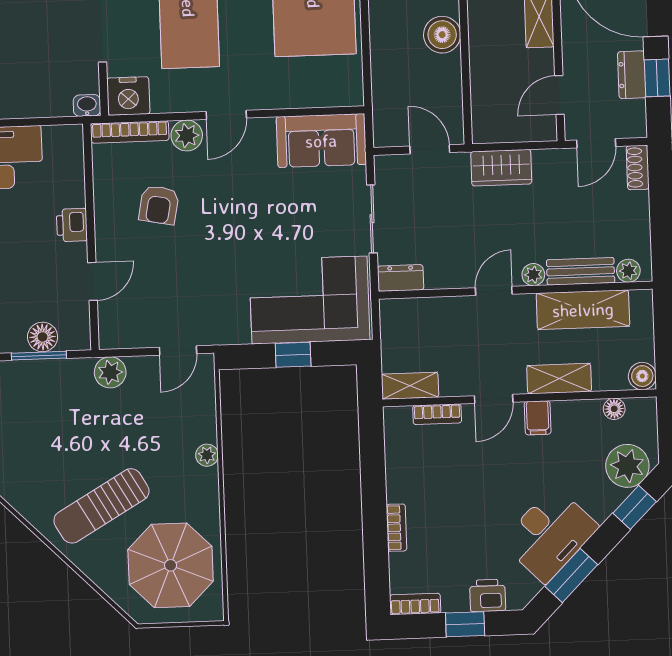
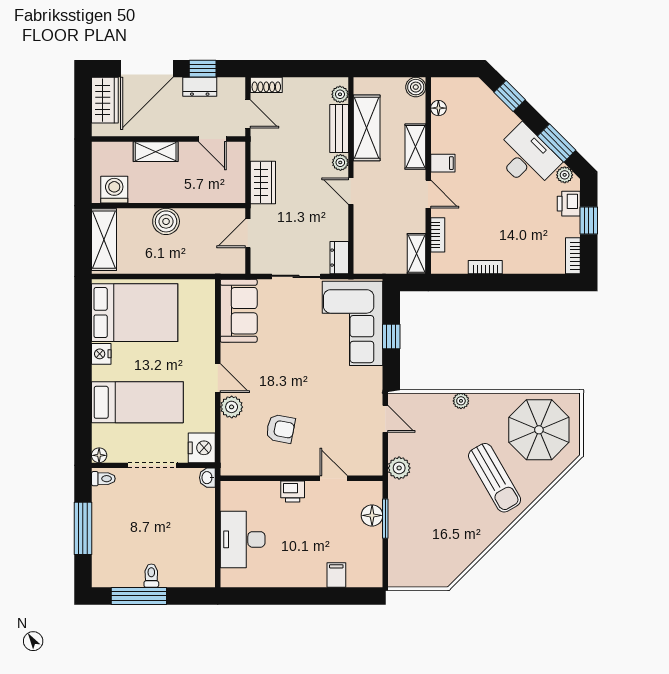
bookcase: (130, 132) -> (228, 448), removed
plant: (627, 466) -> (565, 175), moved, width x0.53, depth x0.53
bookcase: (396, 528) -> (485, 267), moved

